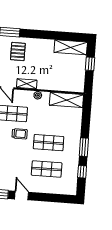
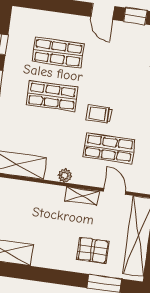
pallet: (18, 51) -> (93, 250), turned 90

